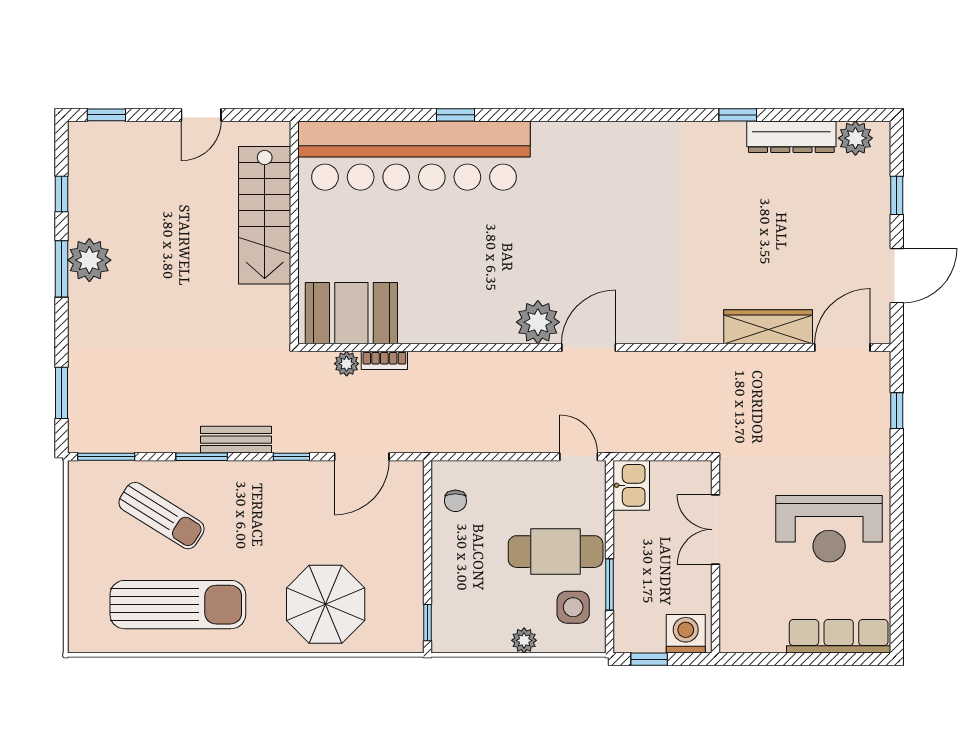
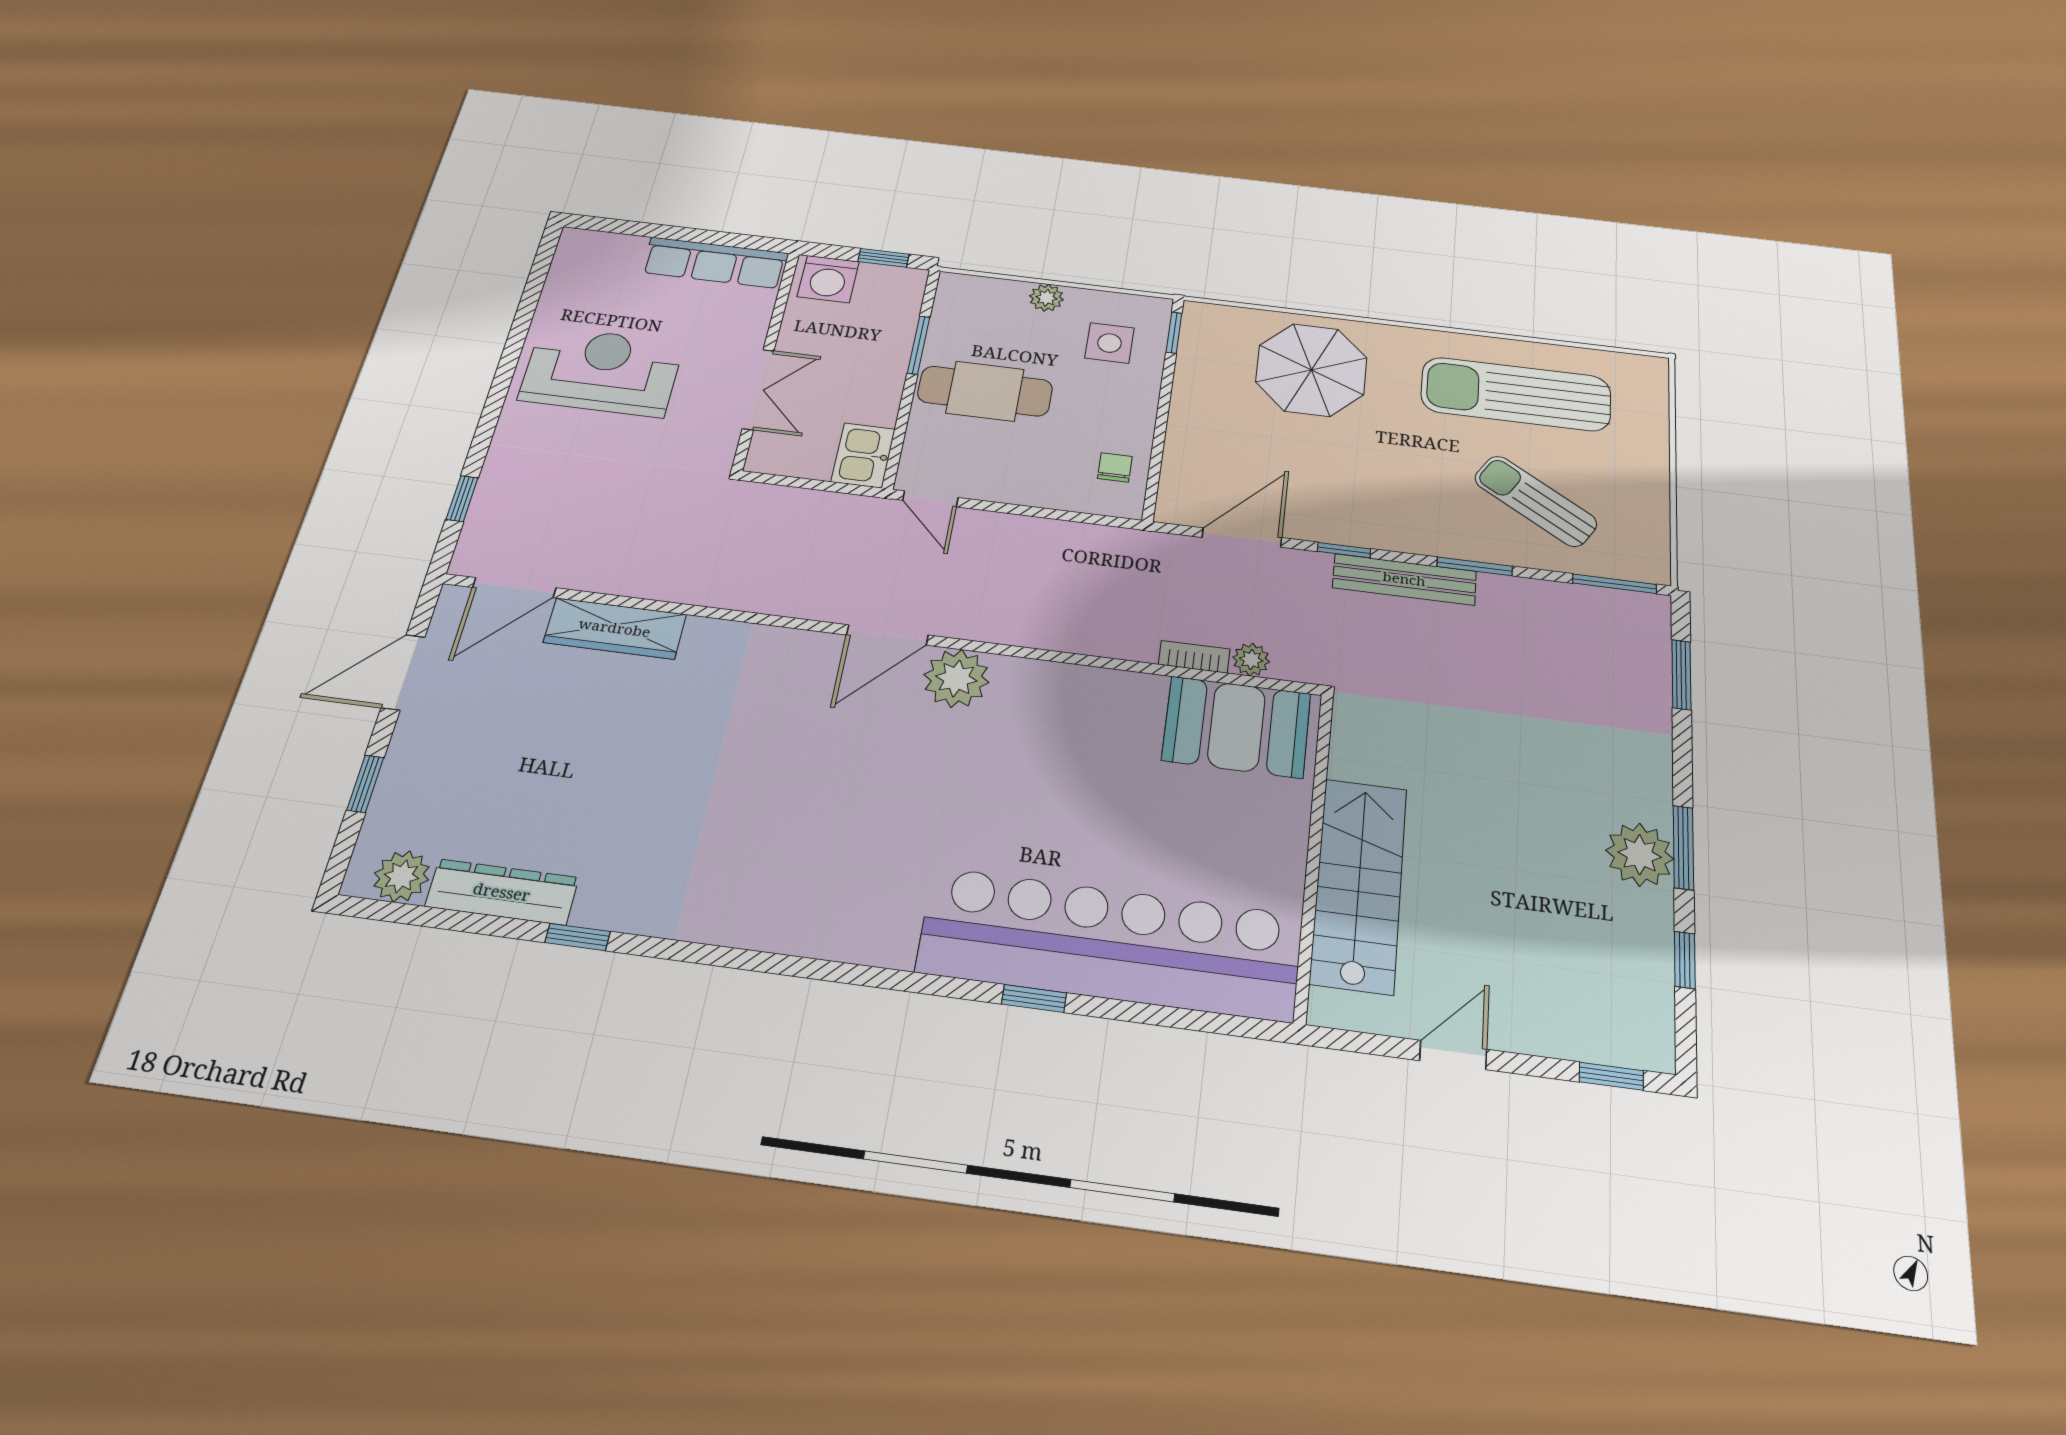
bench: (236, 440) -> (1404, 579), width x1.36
side table: (573, 607) -> (1110, 343), moved
row of seats: (839, 636) -> (715, 263), moved

